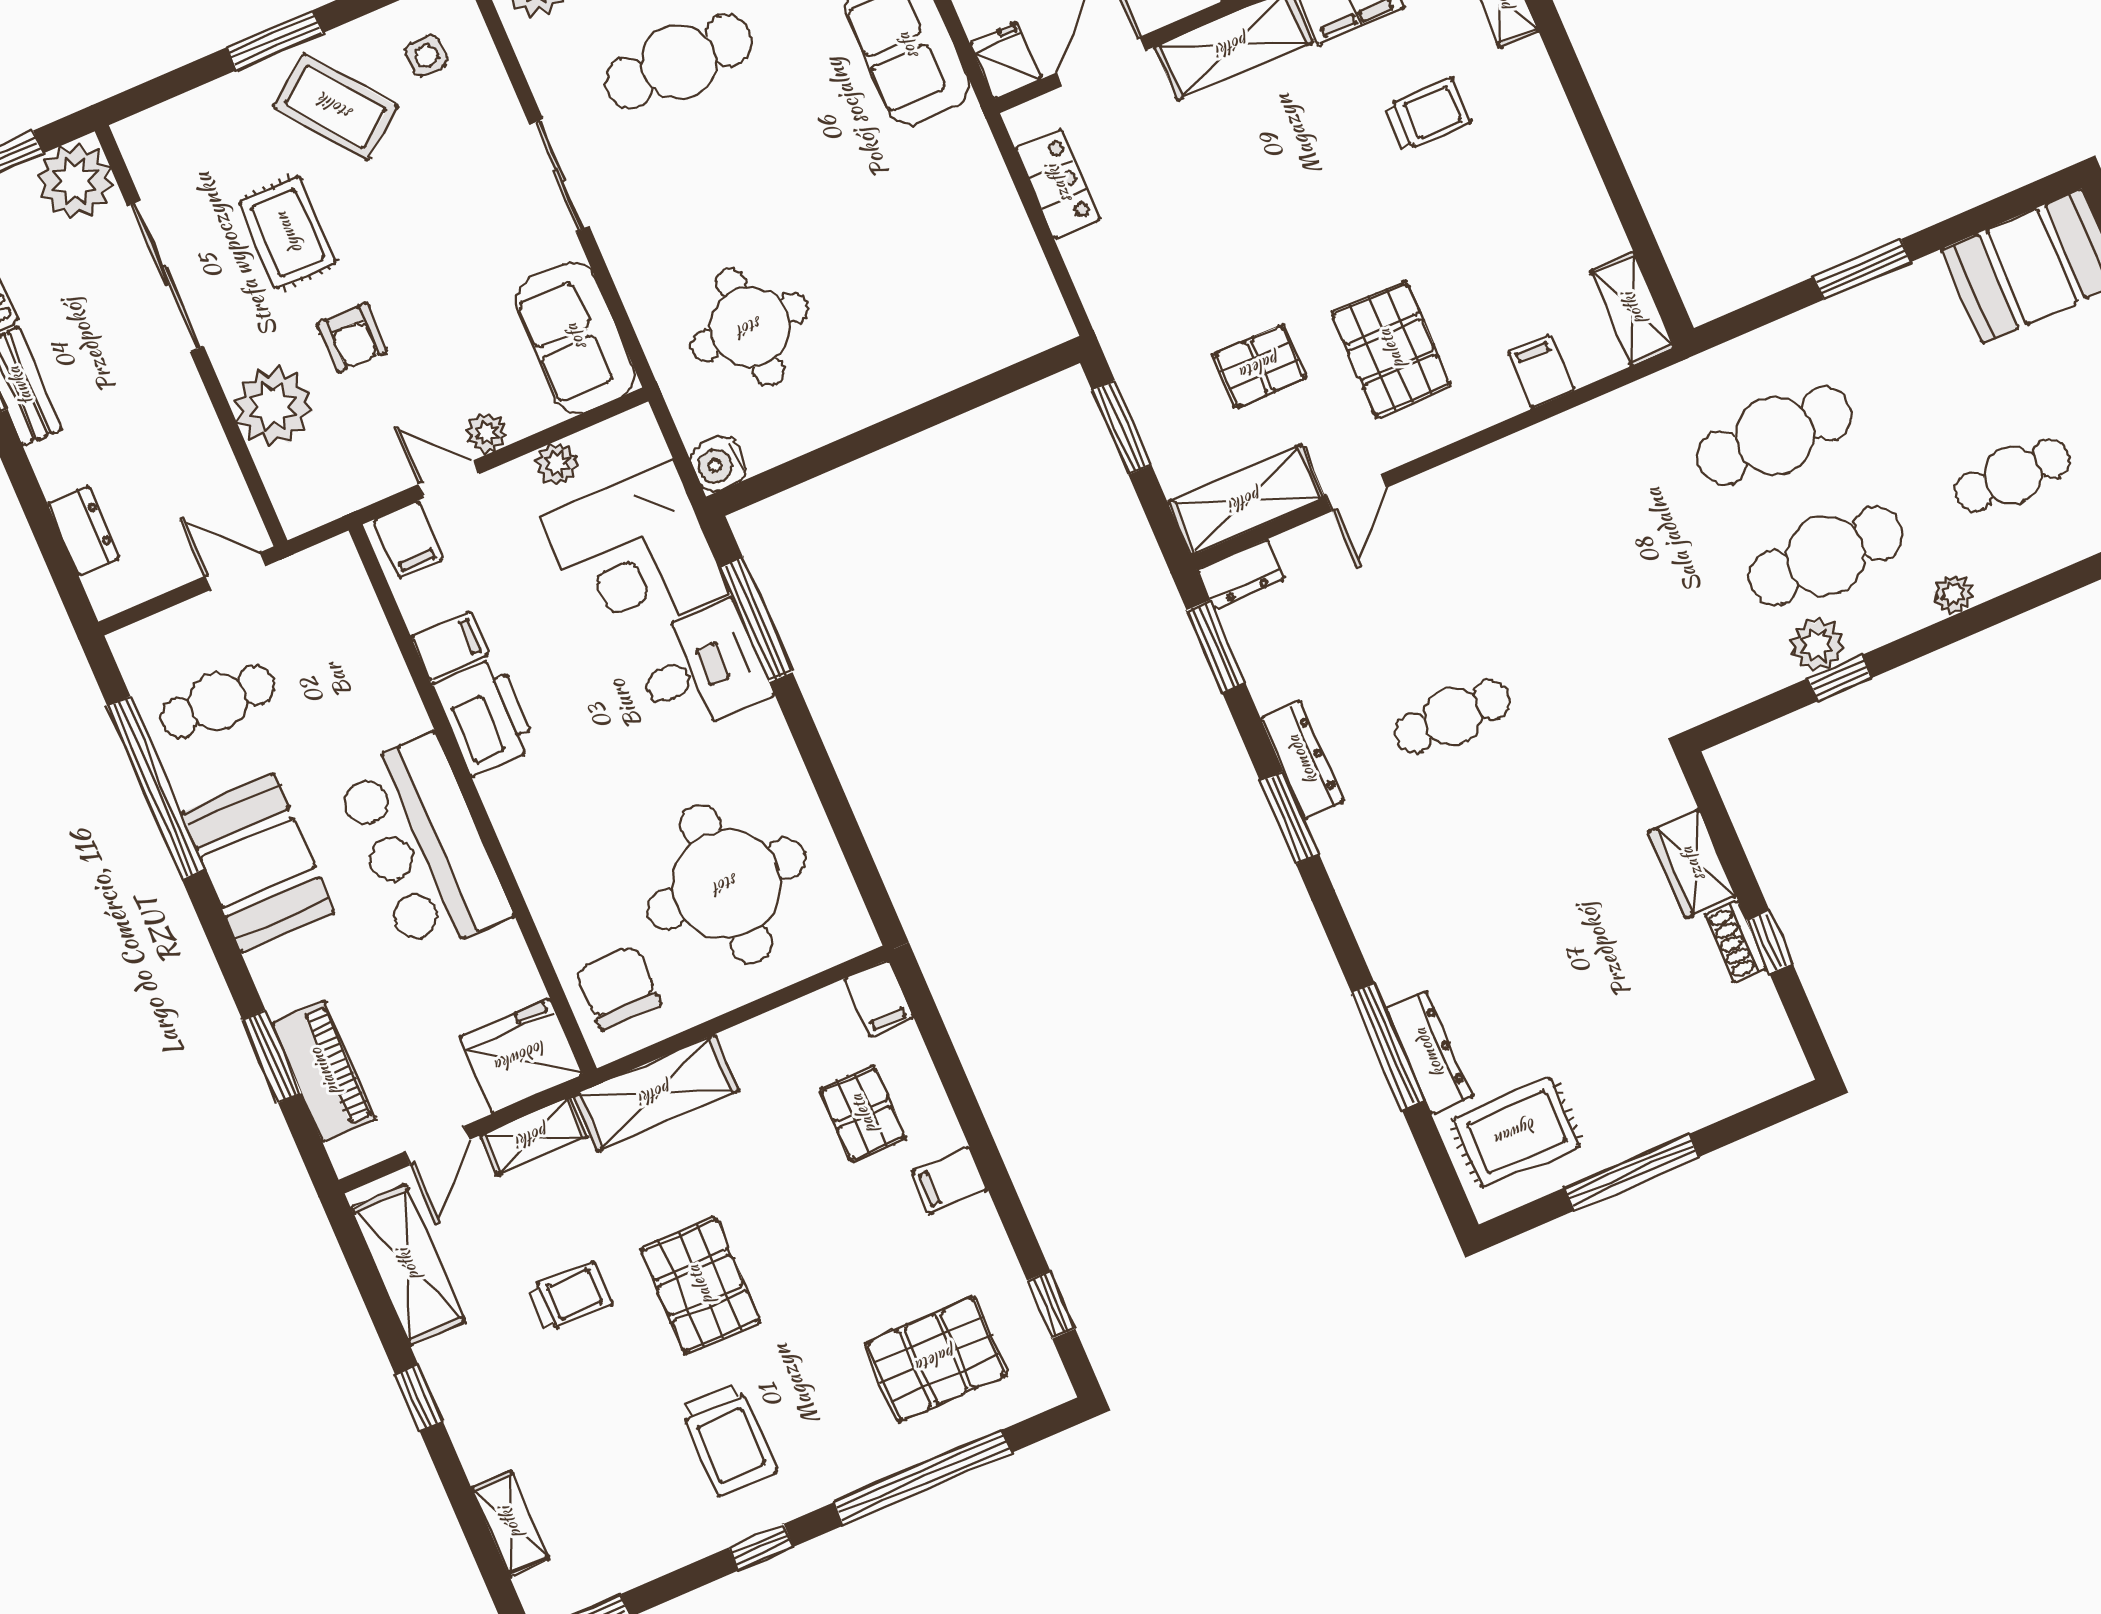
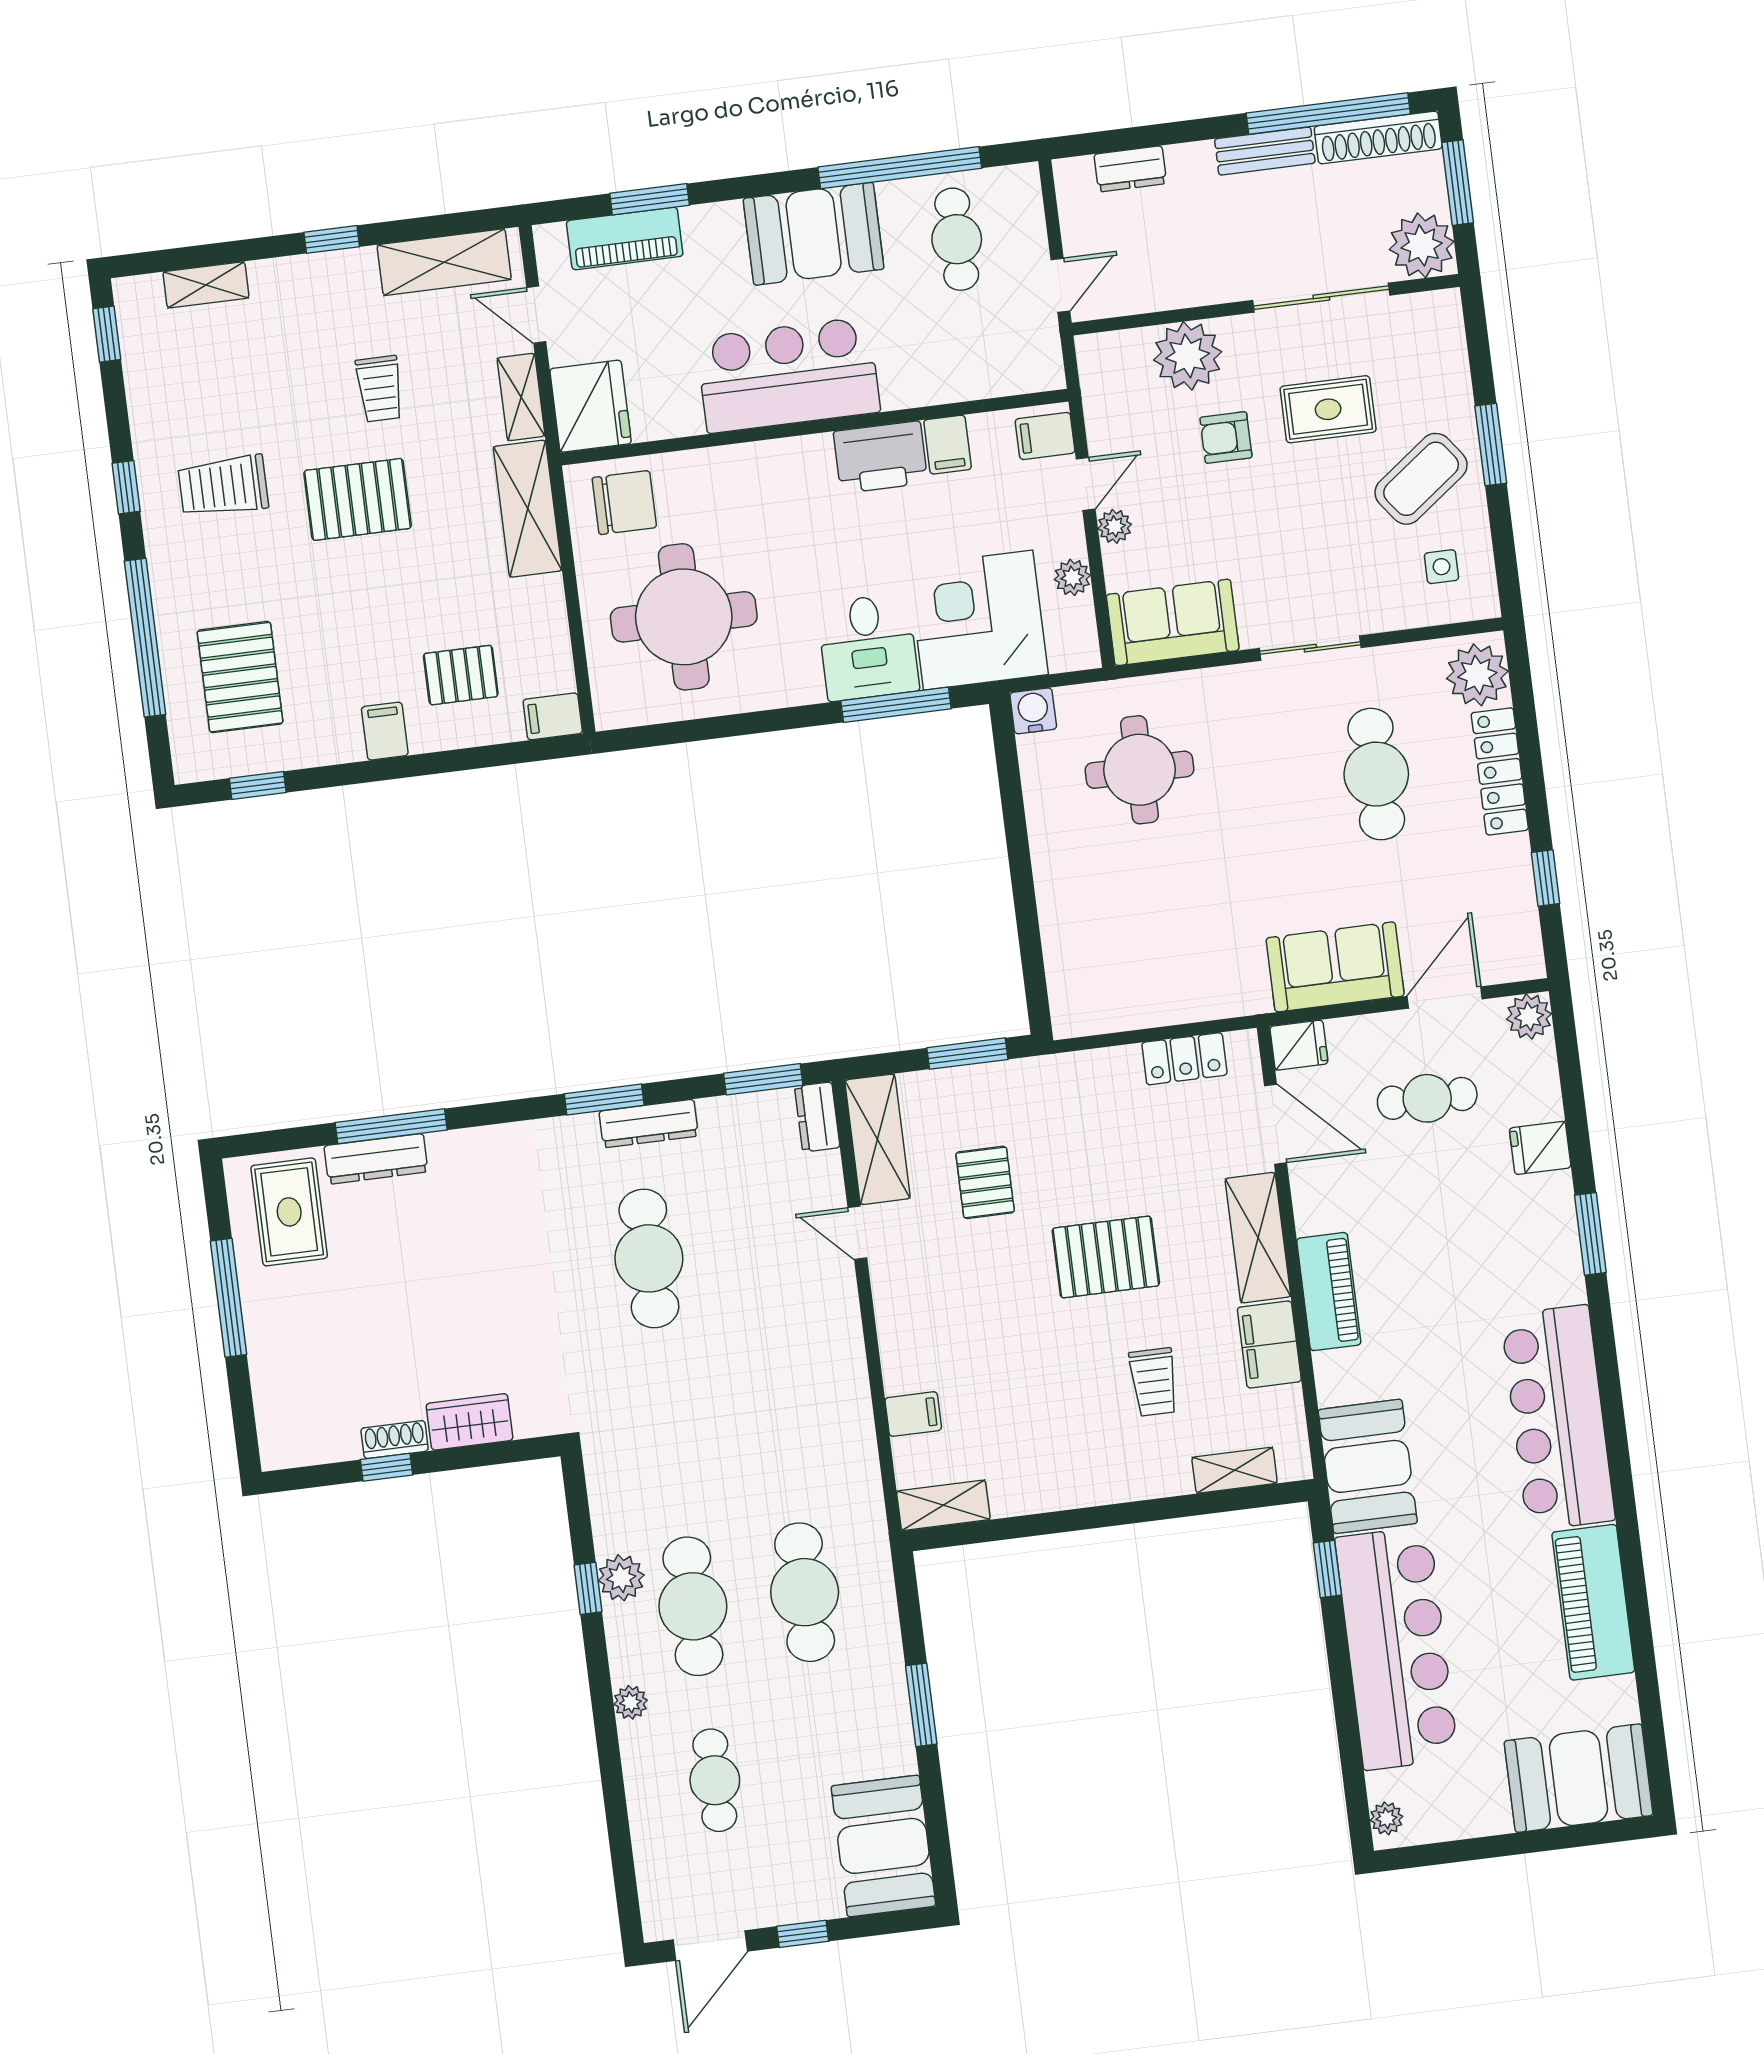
pallet: (1391, 349) -> (1106, 1257), moved
cafe table: (1452, 716) -> (649, 1258), width x1.37, depth x1.35

